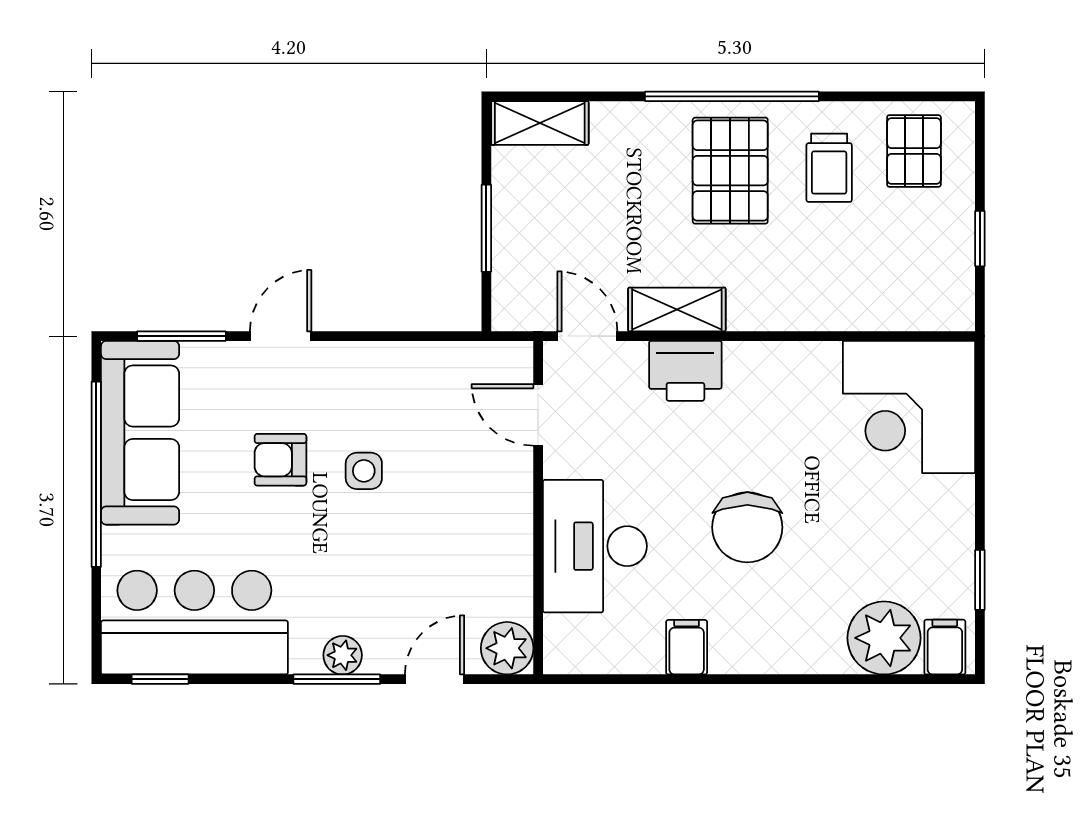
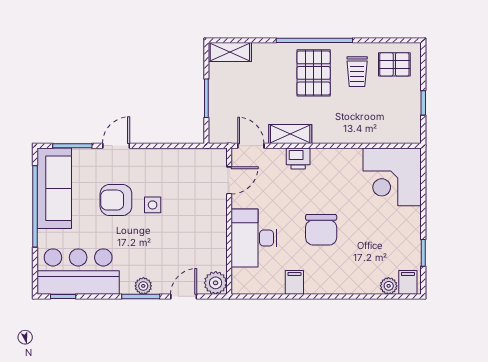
pallet: (914, 151) -> (394, 64), turned 90
printer: (685, 371) -> (298, 158), width x0.73, depth x0.81
door: (538, 415) -> (229, 180), swing flipped
armchair: (280, 460) -> (116, 200), width x1.38, depth x1.38
plant: (884, 638) -> (389, 286), width x0.53, depth x0.53

